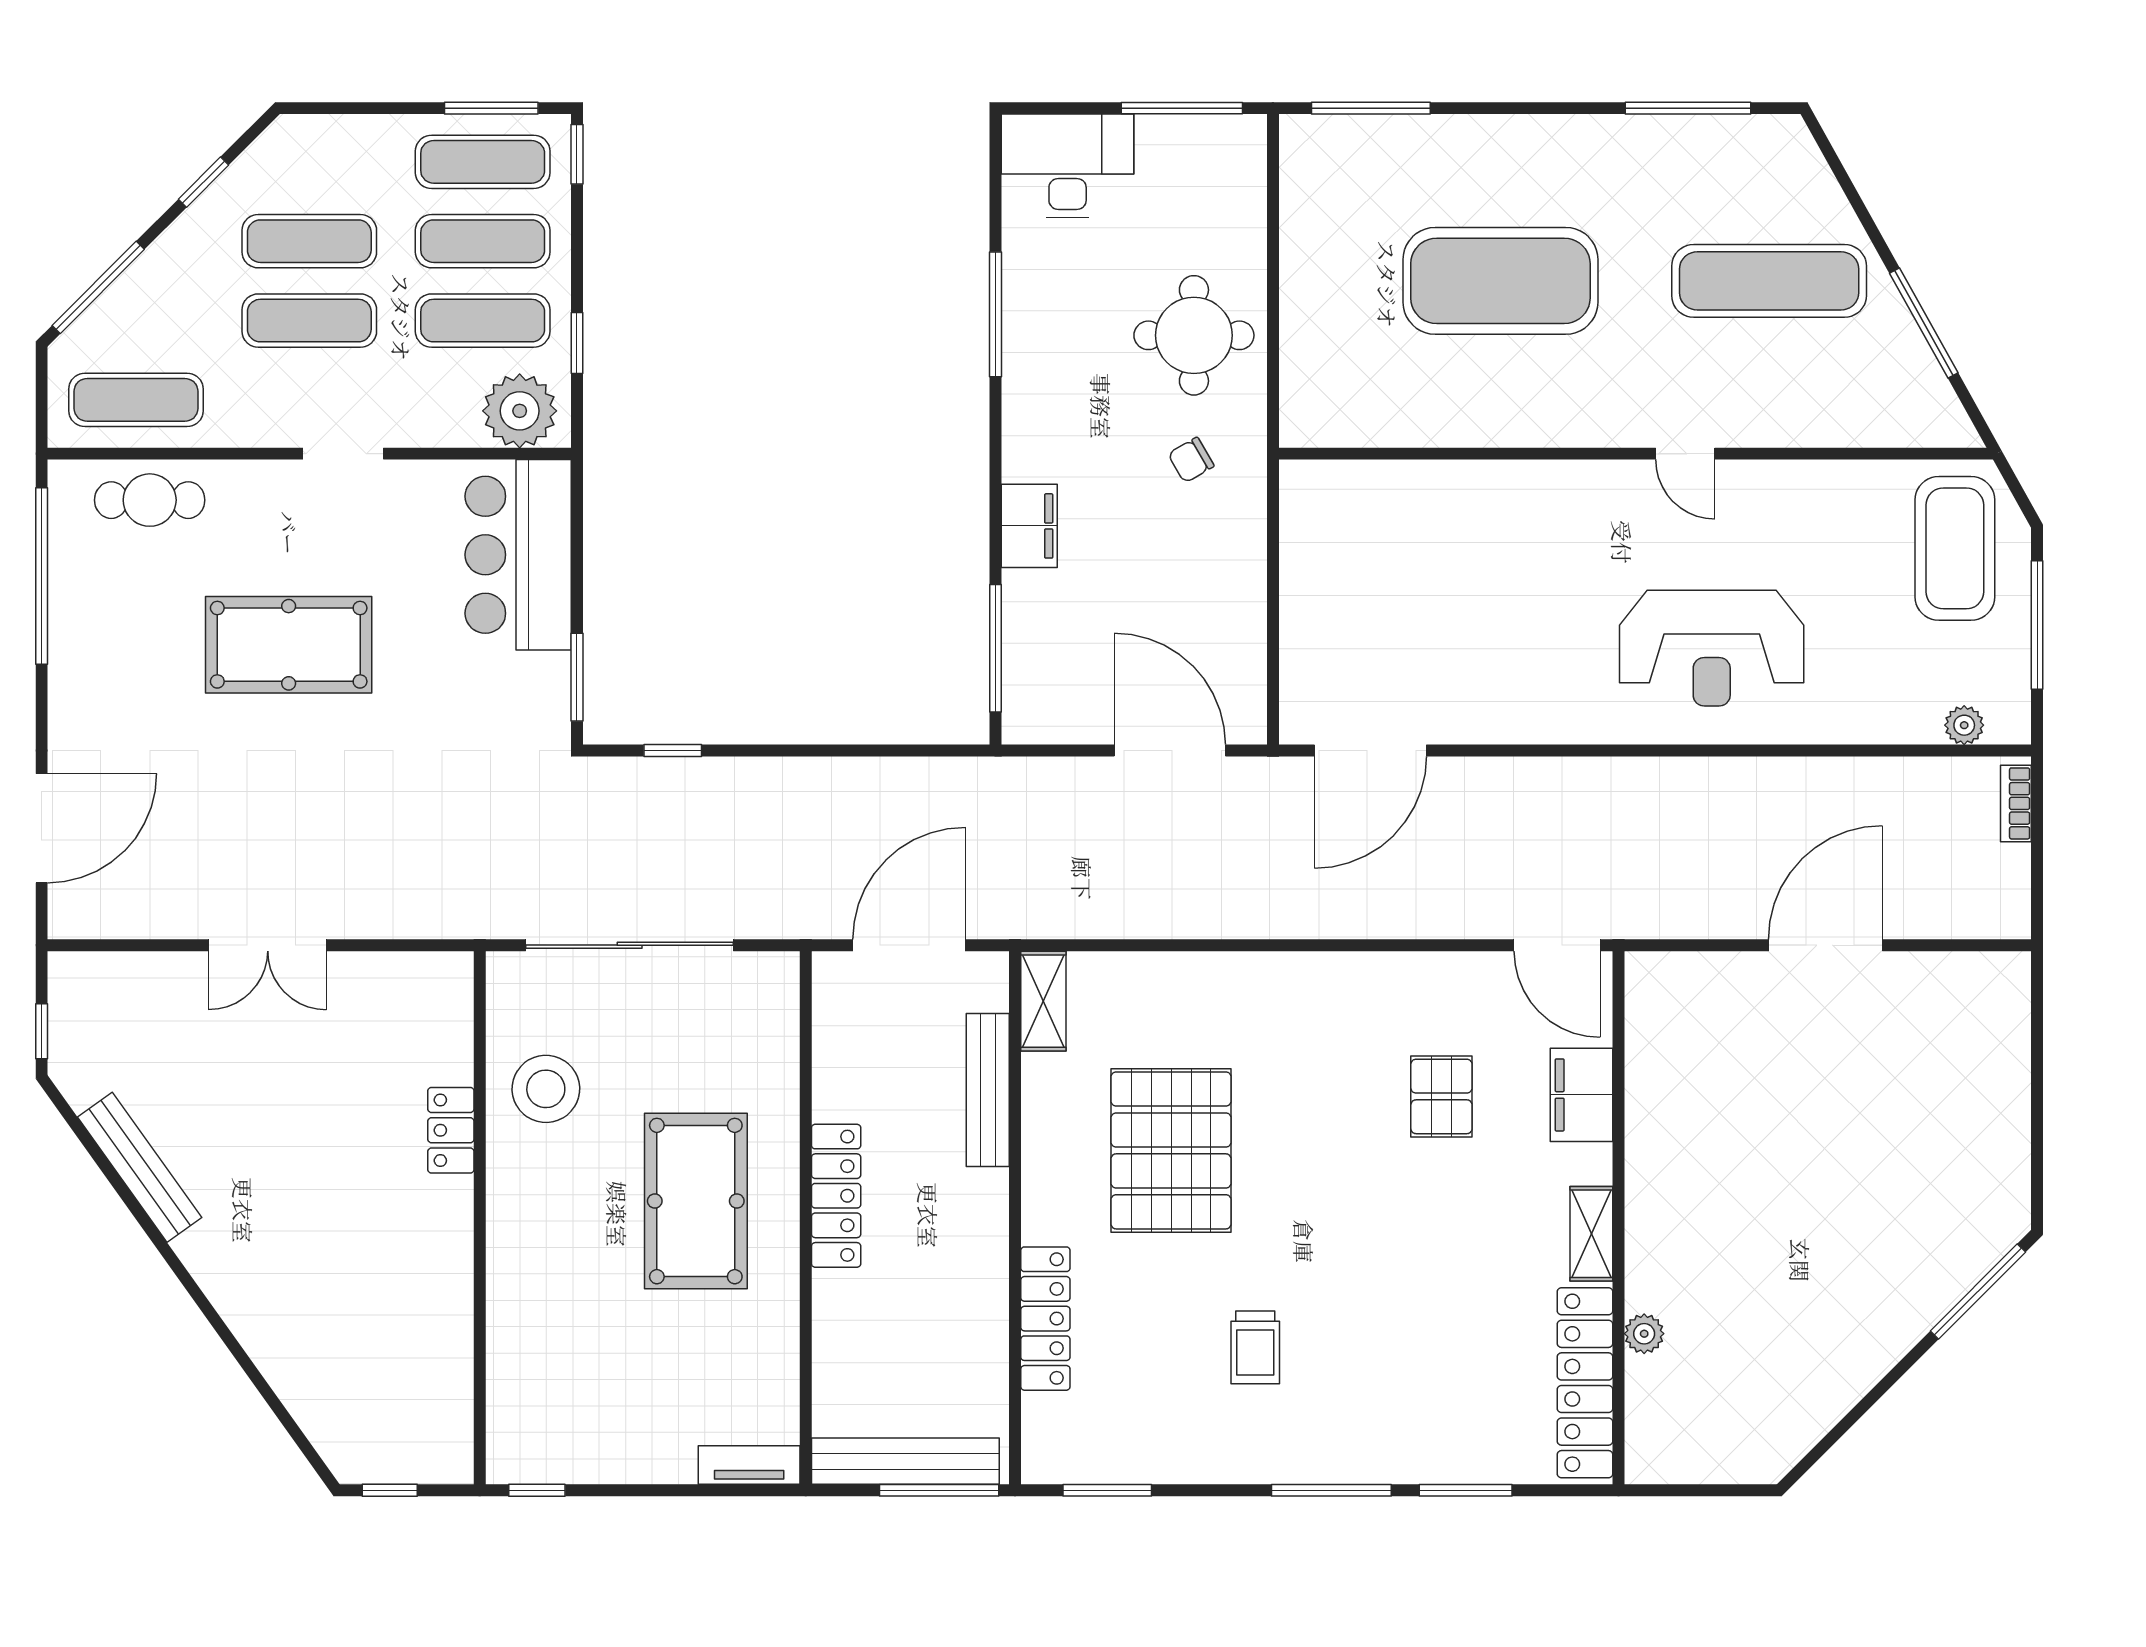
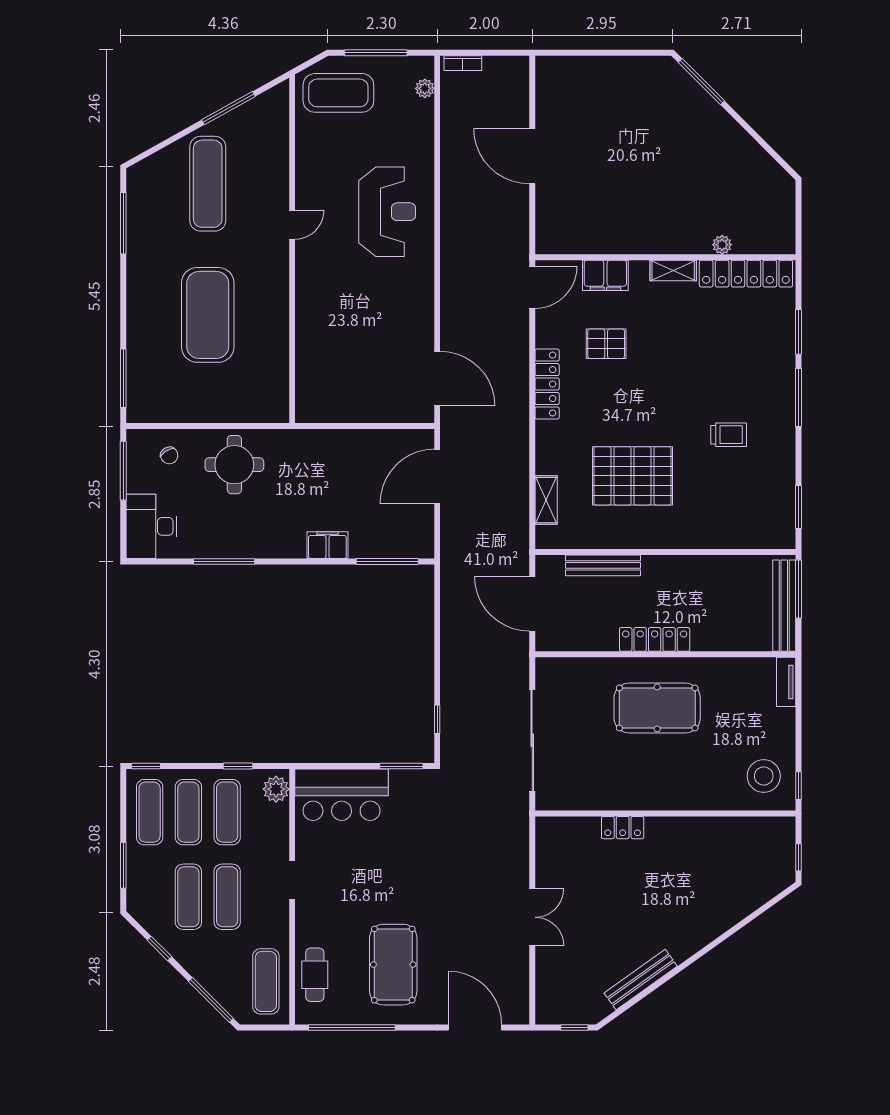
window: (491, 108) -> (123, 865), moved
plant: (520, 411) -> (276, 789), width x0.73, depth x0.73
chair: (1191, 460) -> (169, 455), moved
pool table: (289, 645) -> (393, 965), moved
shelving: (1043, 1001) -> (546, 500), moved, turned 90
stool: (546, 1089) -> (764, 776), moved
locker: (1045, 1319) -> (547, 384), moved, turned 90

